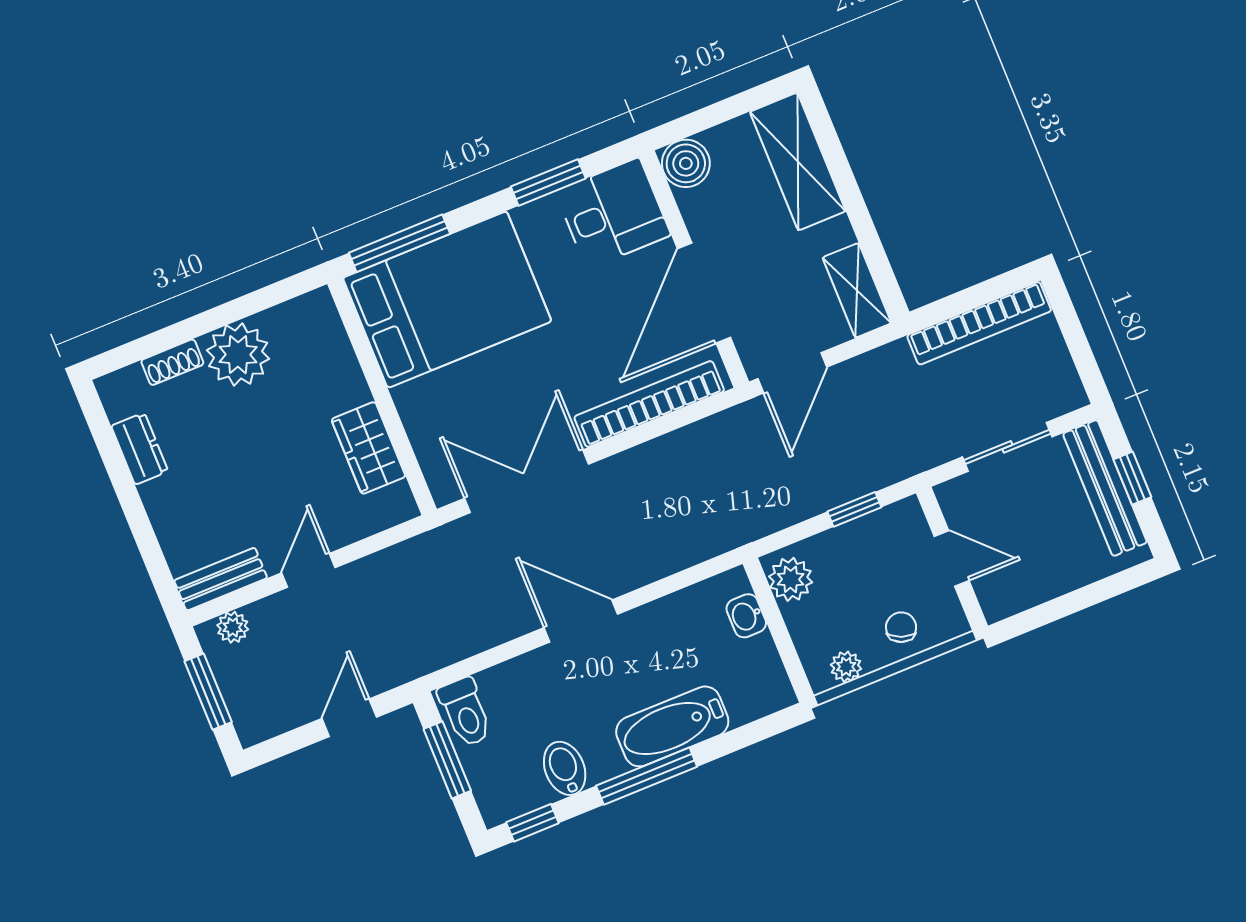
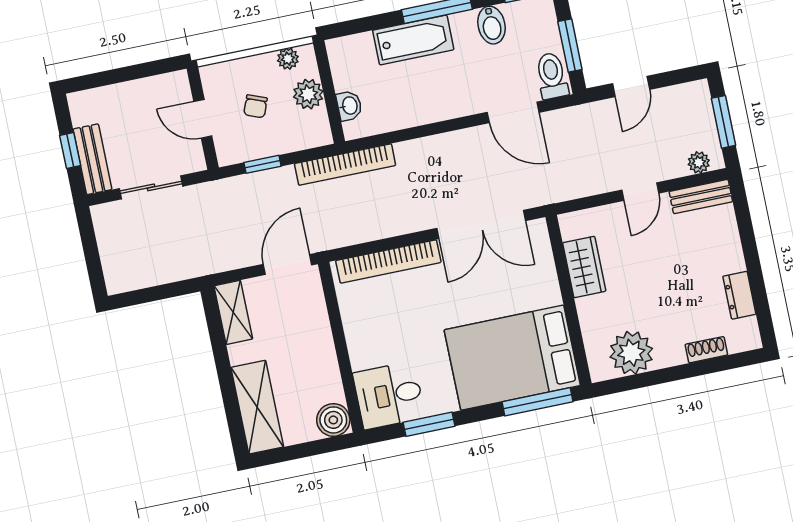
door: (704, 293) -> (337, 330), removed
bookcase: (979, 323) -> (345, 165), moved, turned 180
plant: (238, 355) -> (631, 353), moved
bench: (1105, 488) -> (92, 159), width x0.73
plant: (791, 579) -> (308, 94), moved
door: (581, 621) -> (513, 112), moved
chair: (901, 627) -> (255, 106), moved

